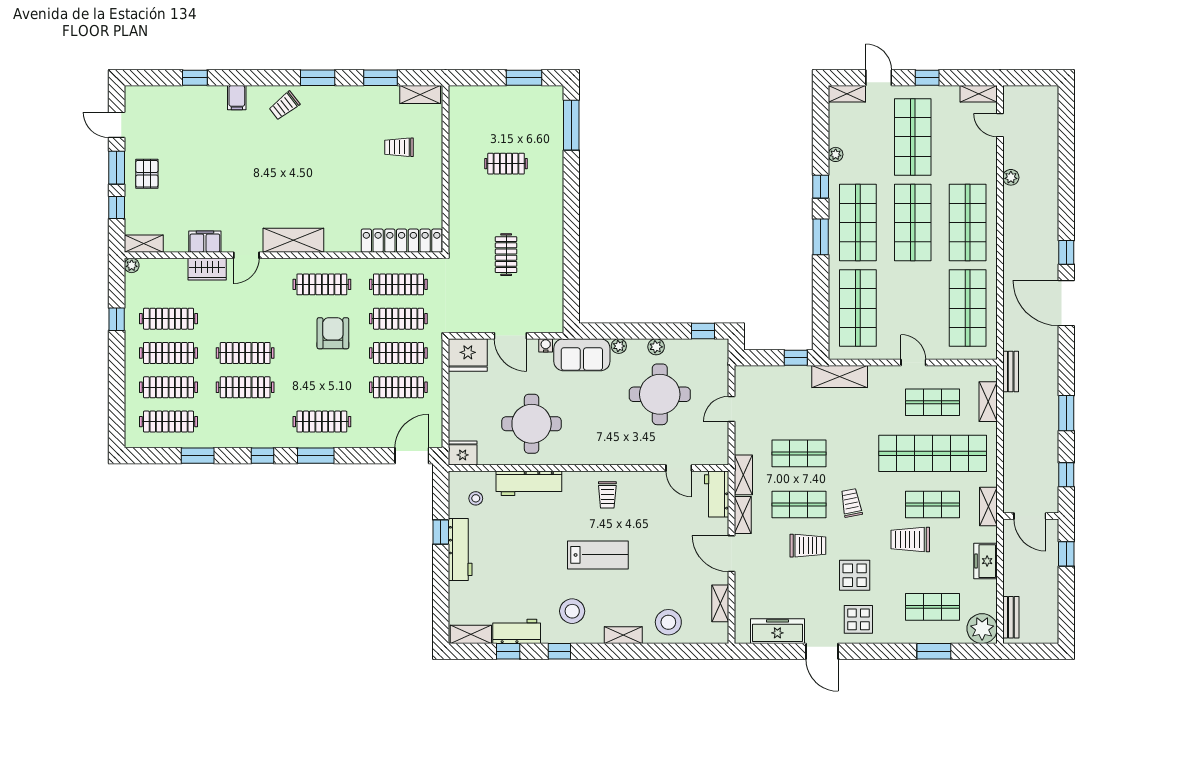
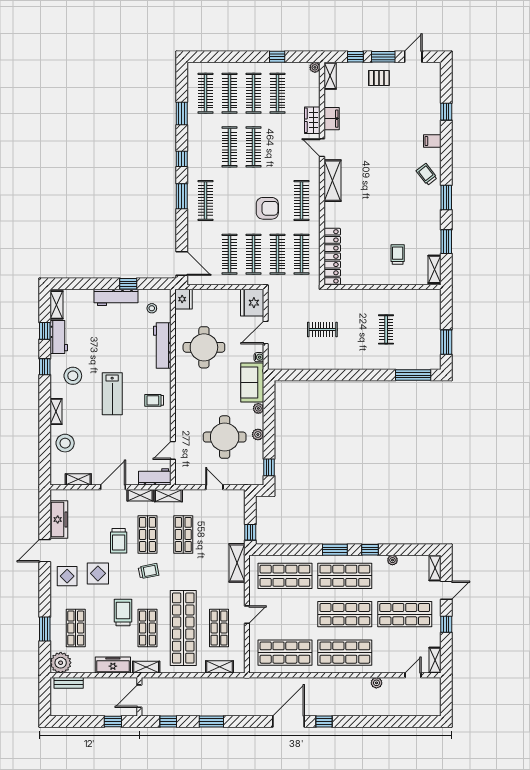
bench: (1011, 371) -> (241, 683), removed
freezer: (986, 561) -> (113, 665), width x1.40

